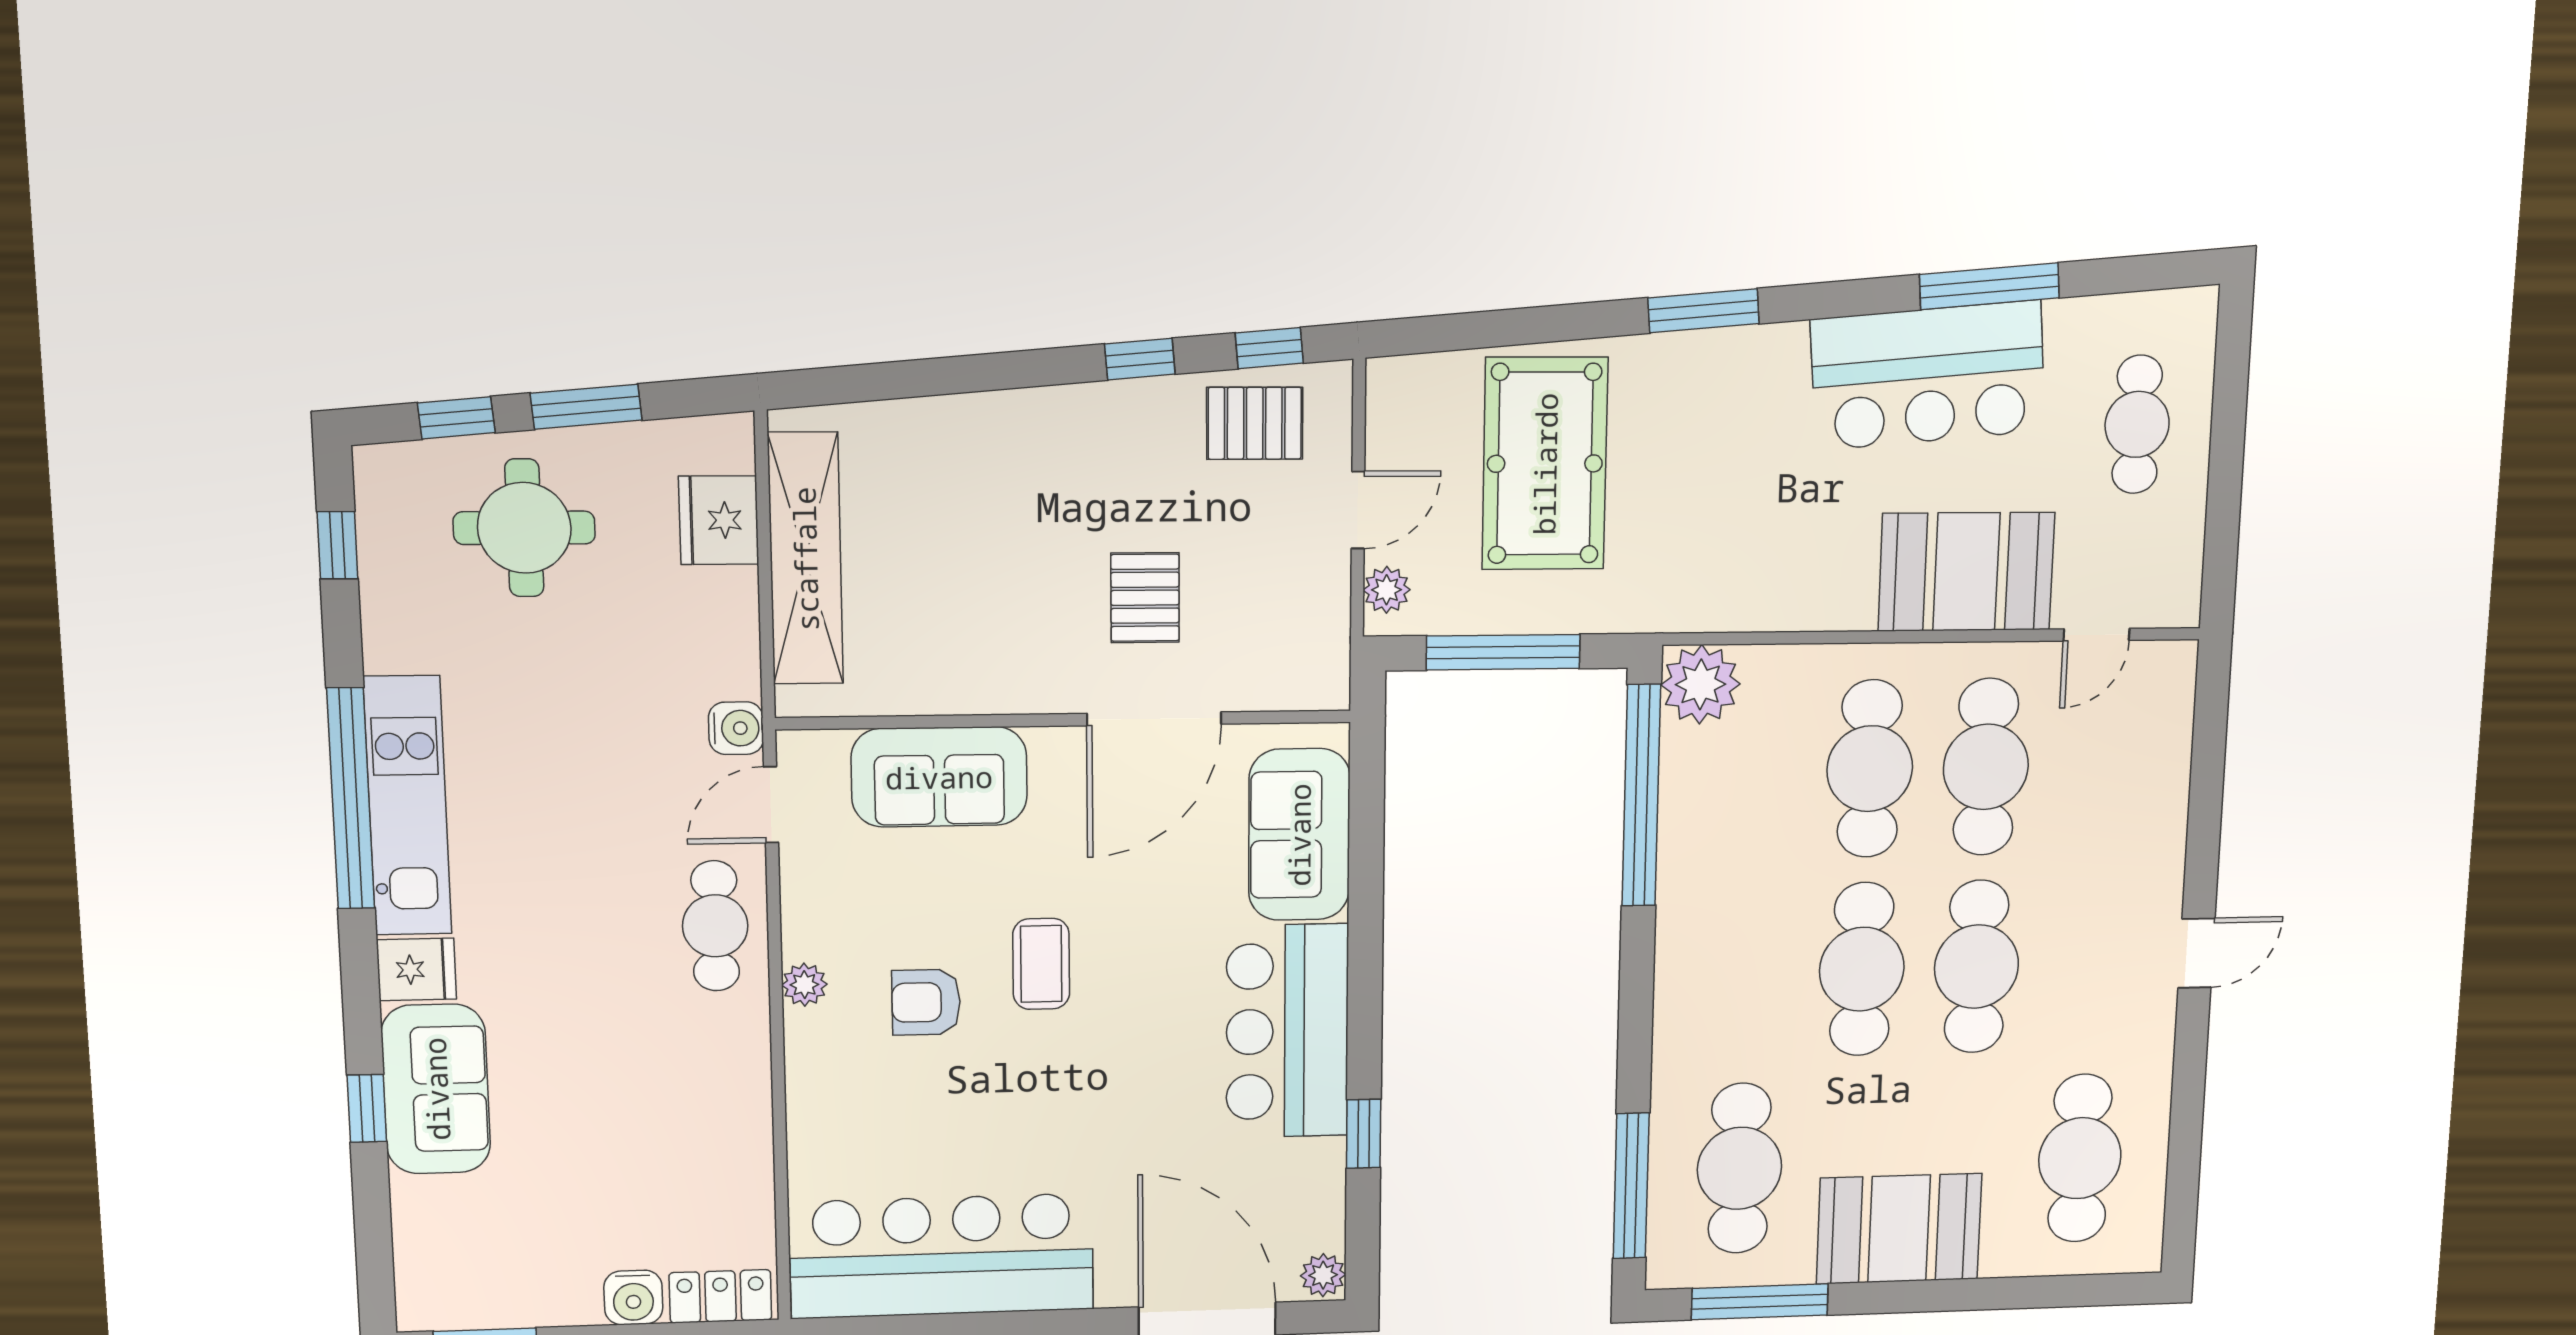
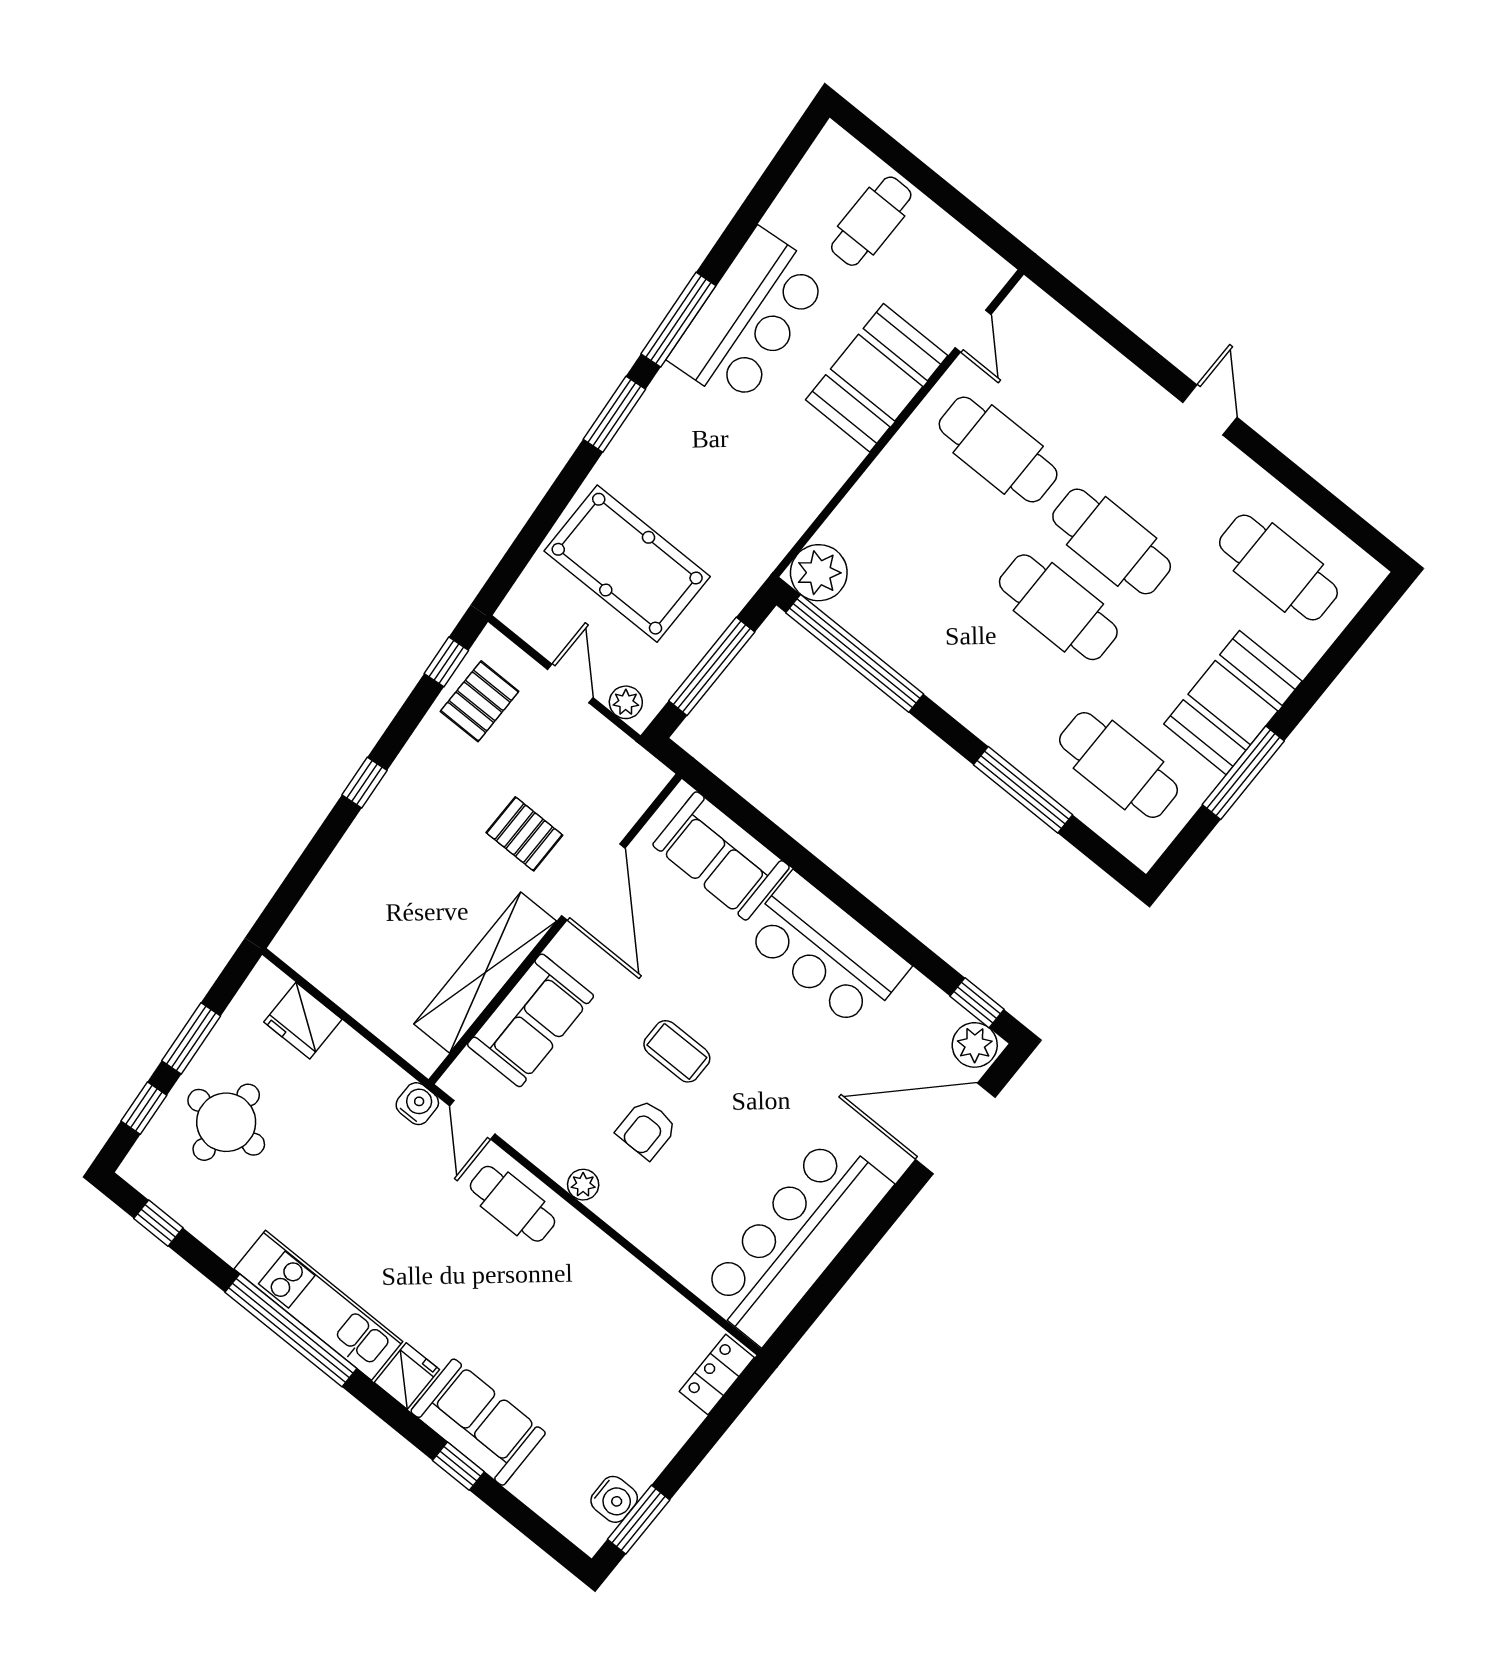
window: (1989, 286) -> (678, 320), moved
window: (1140, 359) -> (365, 783), moved
cafe table: (2137, 424) -> (871, 221), turned 90
shelving: (805, 559) -> (485, 972), moved, turned 90
cafe table: (1870, 769) -> (945, 515), removed
window: (1364, 1134) -> (977, 1003), moved
window: (1631, 1186) -> (1023, 790), moved
plant: (1323, 1275) -> (975, 1045), width x1.38, depth x1.38
water cooler: (633, 1298) -> (614, 1499), moved
window: (1760, 1302) -> (1243, 773), moved

